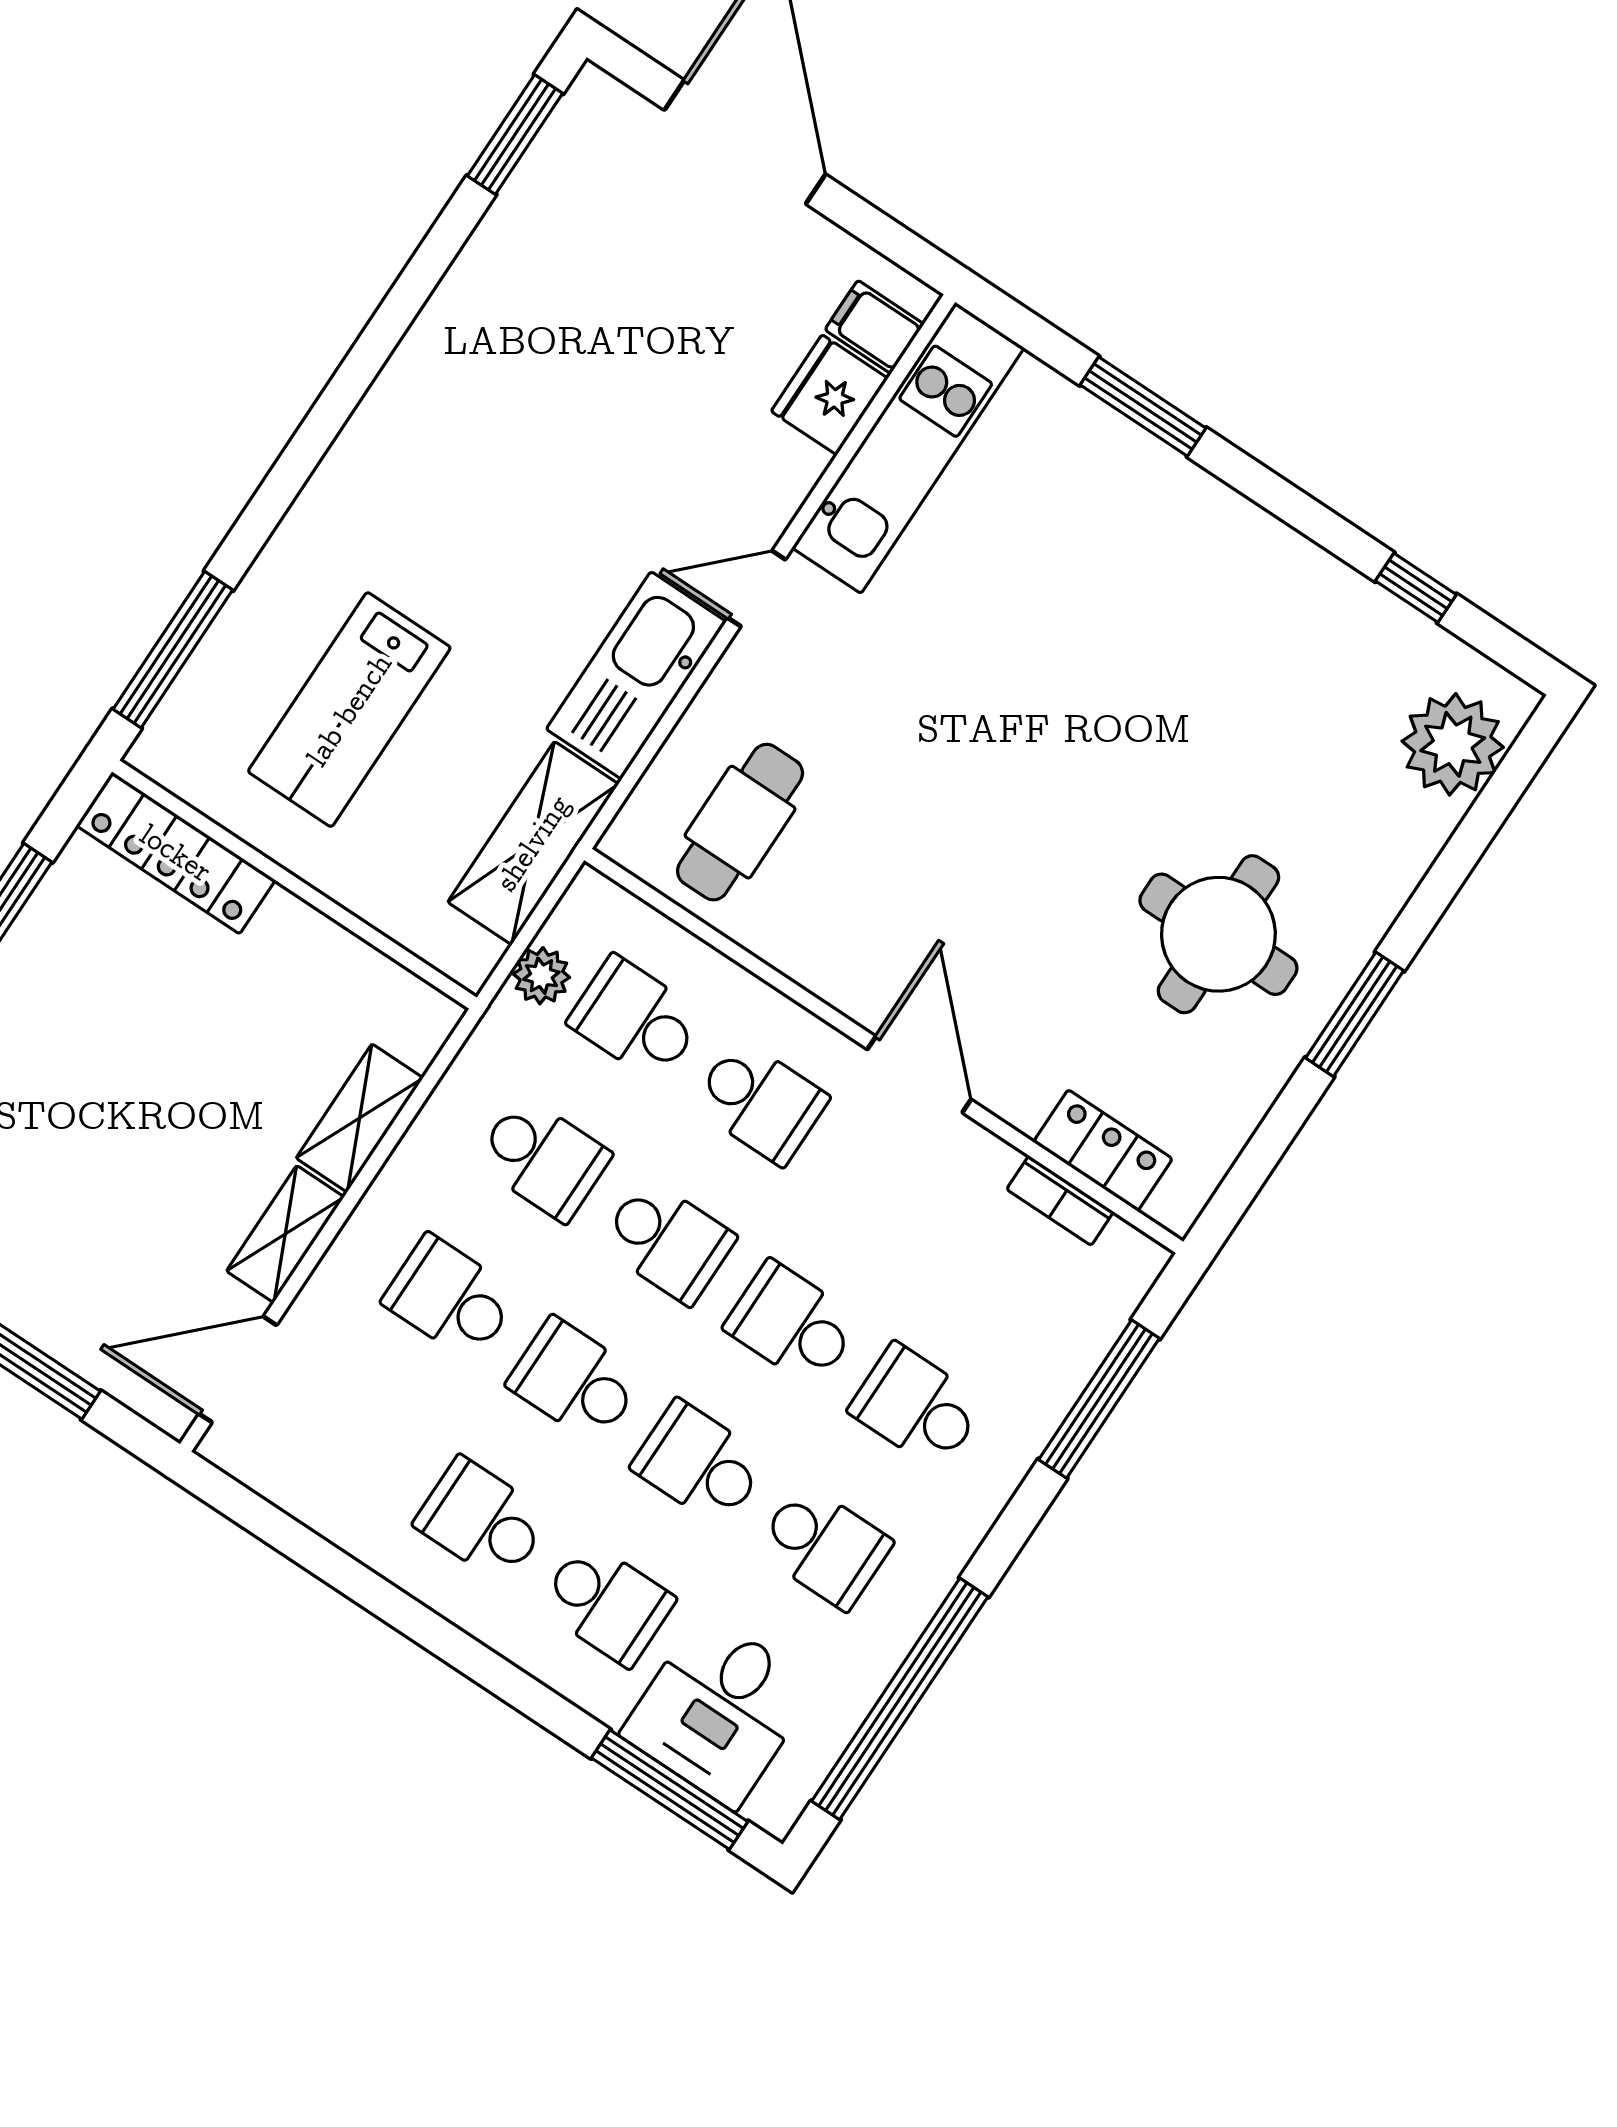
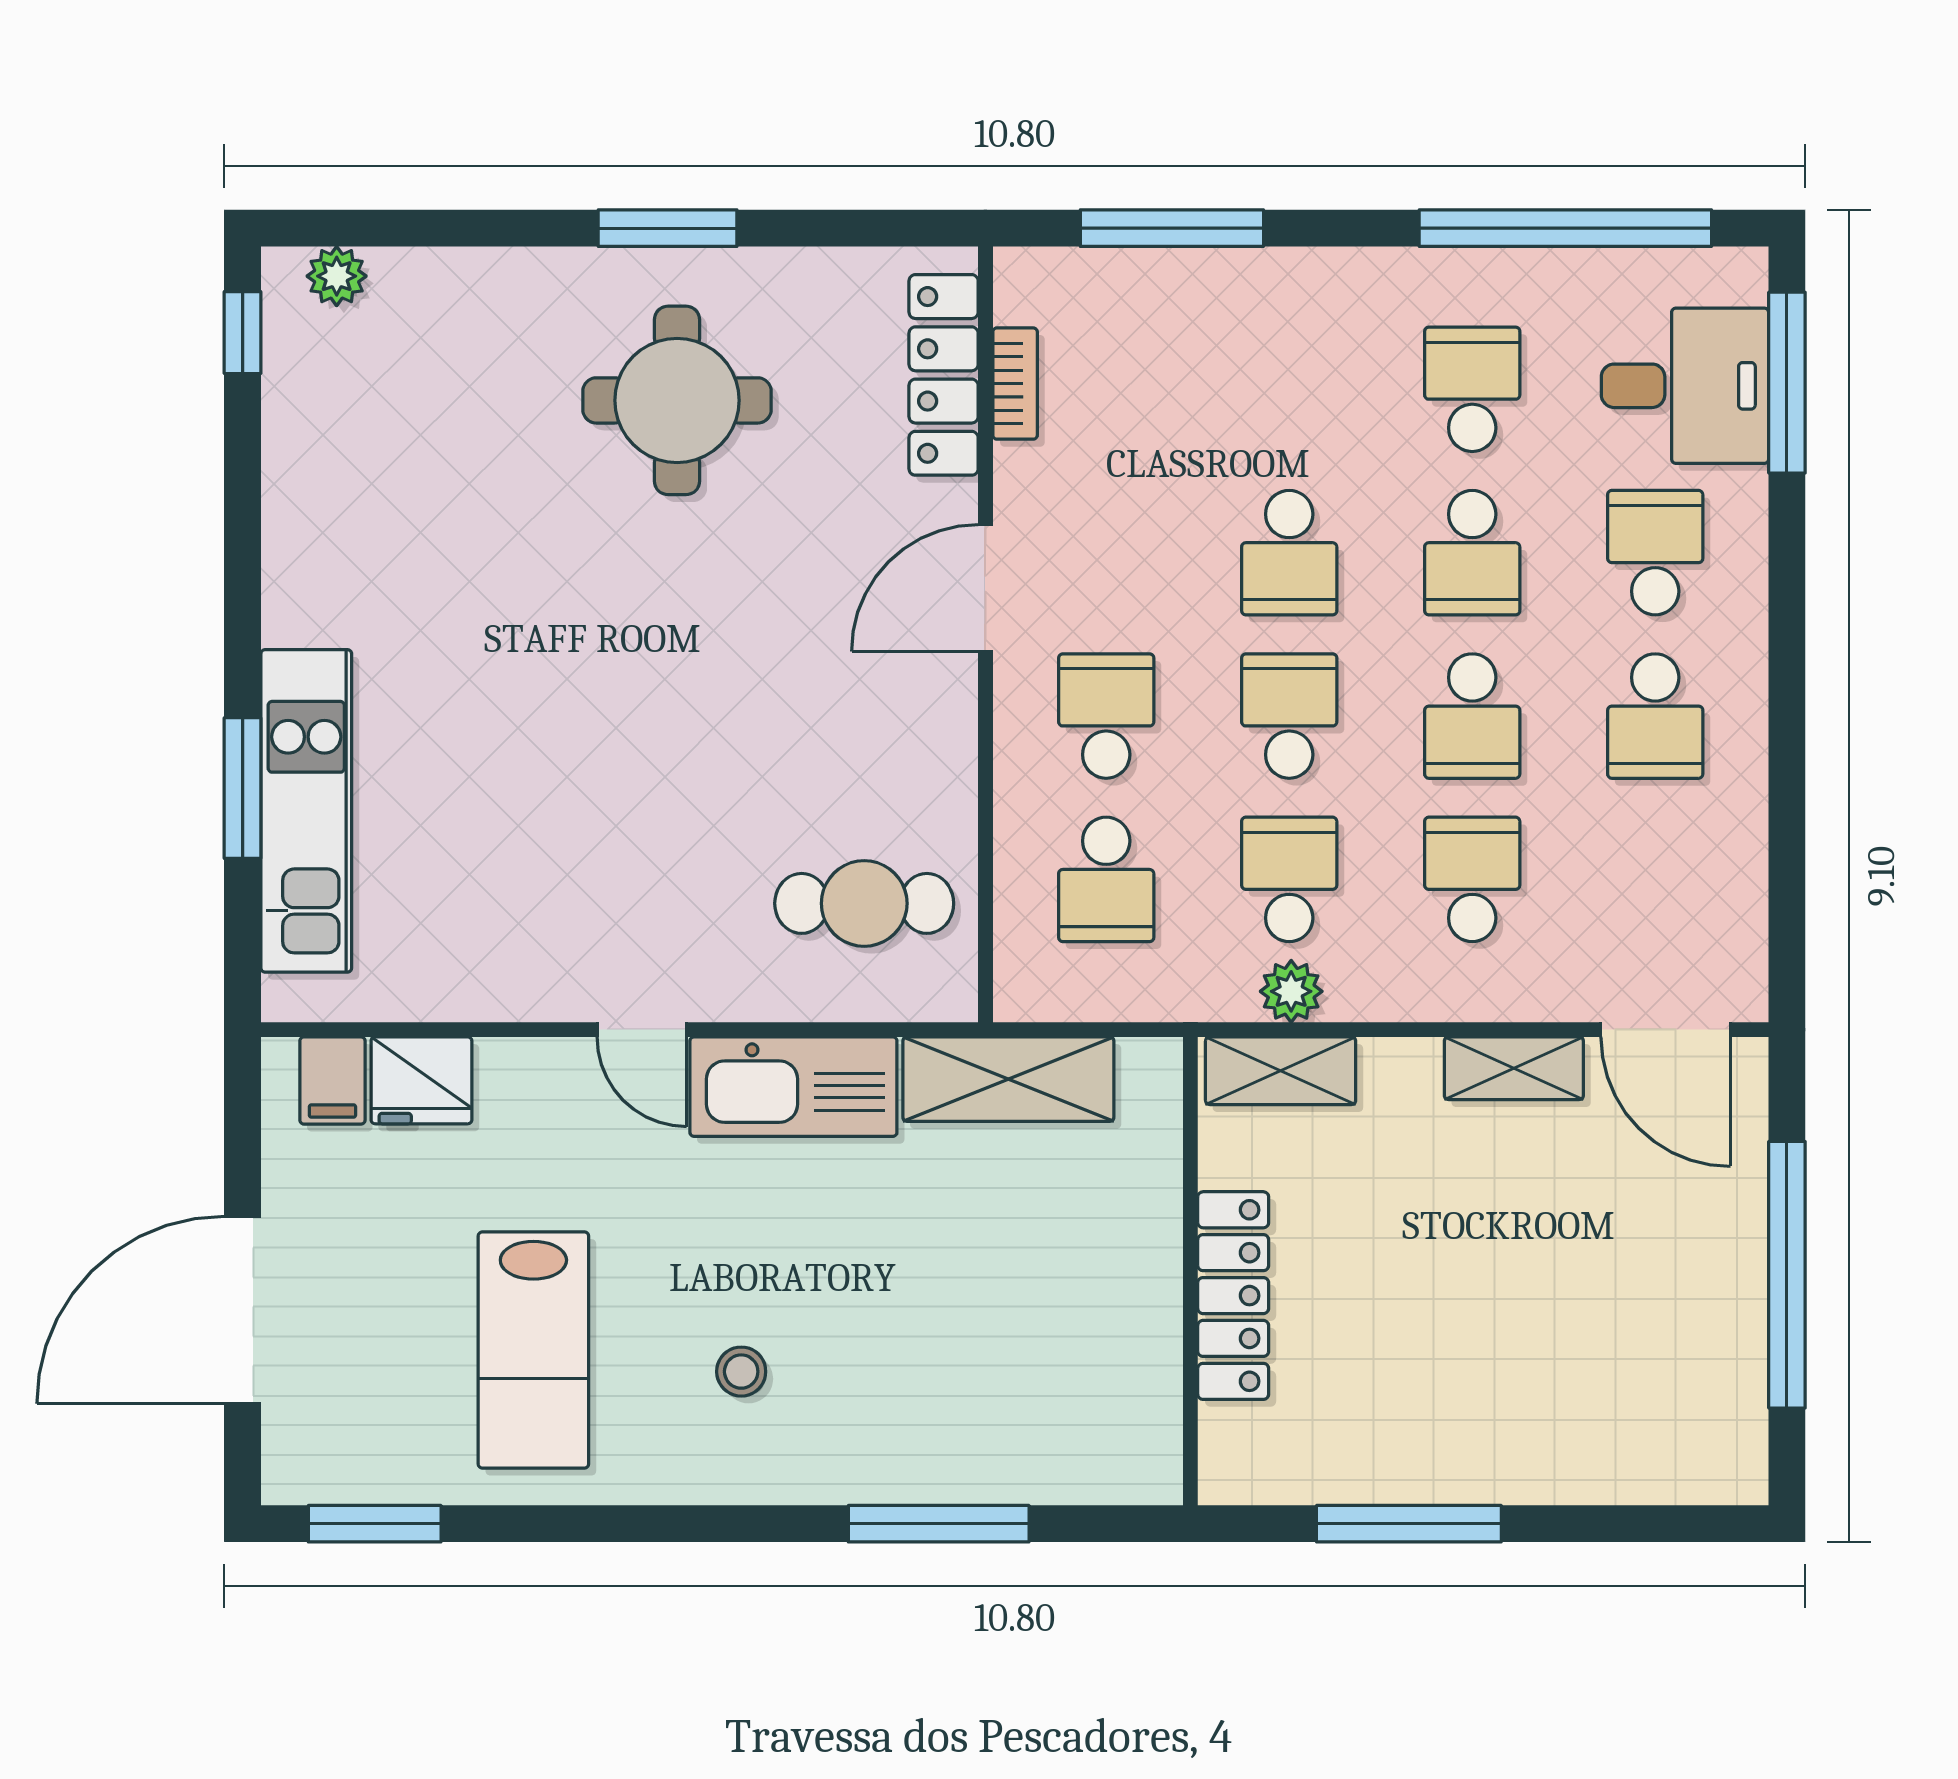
kitchen unit: (908, 448) -> (306, 811), moved, turned 90
stool: (445, 491) -> (741, 1372), added
window: (1416, 588) -> (243, 333), moved
window: (173, 650) -> (939, 1524), moved
lab bench: (349, 710) -> (533, 1350), moved, turned 90
plant: (1453, 744) -> (337, 276), width x0.53, depth x0.53
locker: (176, 853) -> (1233, 1296), moved
plant: (541, 976) -> (1291, 991), moved
shelving: (360, 1118) -> (1281, 1071), moved
locker: (1103, 1150) -> (944, 375), width x1.53
school desk: (450, 1298) -> (1472, 879), turned 180
school desk: (917, 1407) -> (1289, 389), removed

